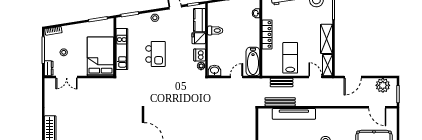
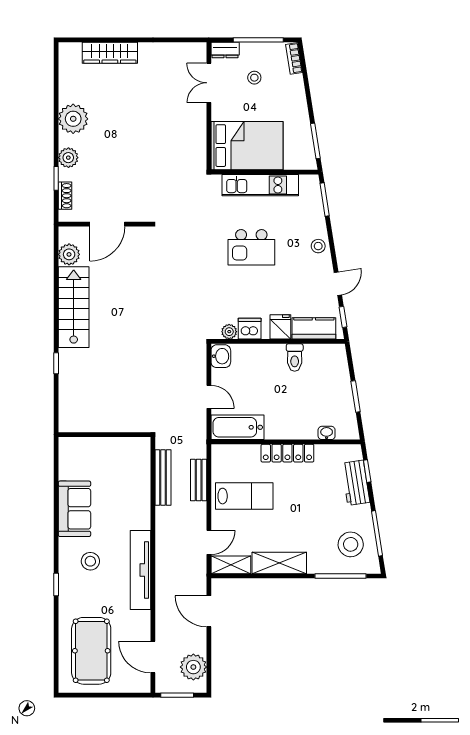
door: (377, 107) -> (153, 657), hinge flipped
tv unit: (294, 114) -> (141, 570), moved

